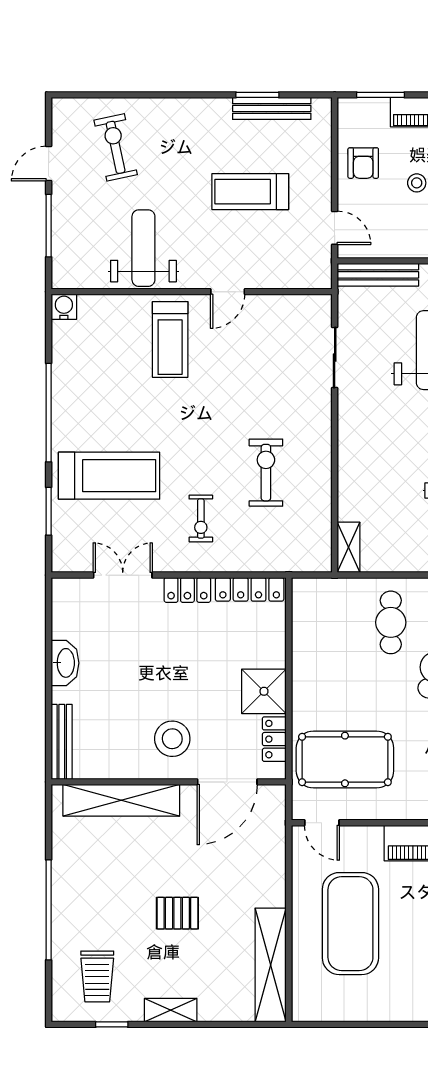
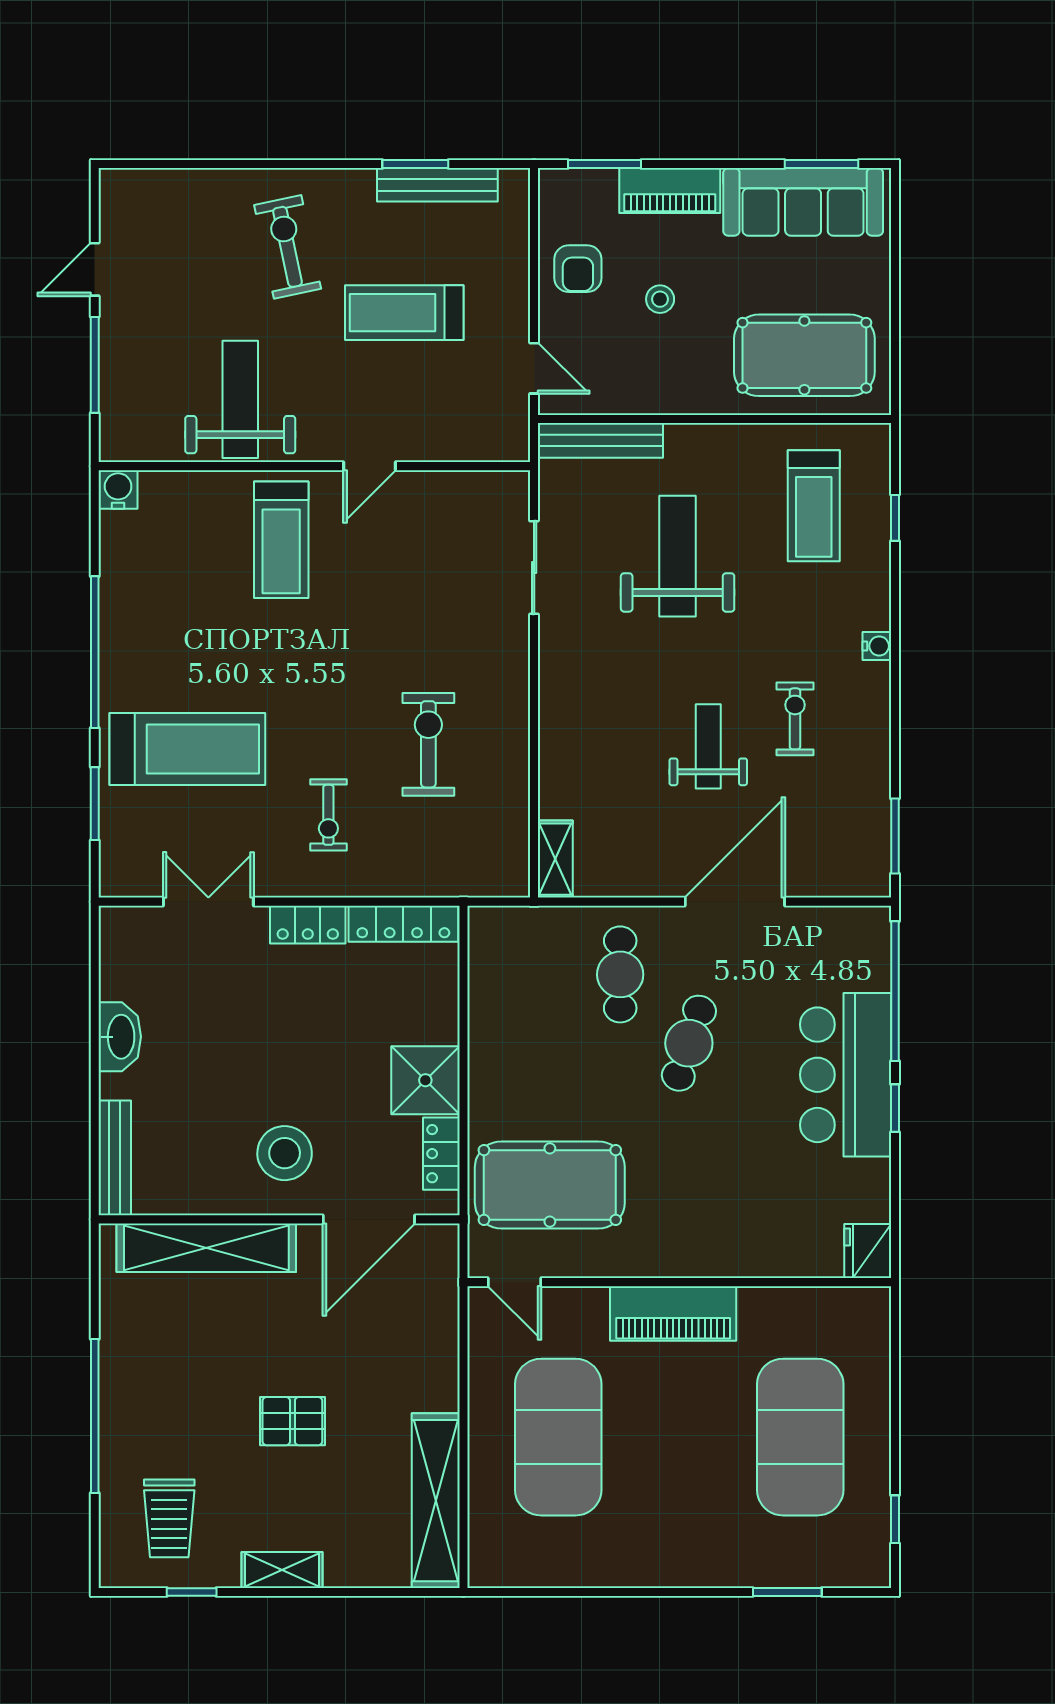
exercise bike: (116, 147) -> (288, 247), moved

